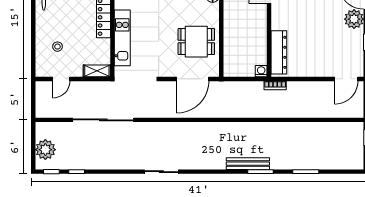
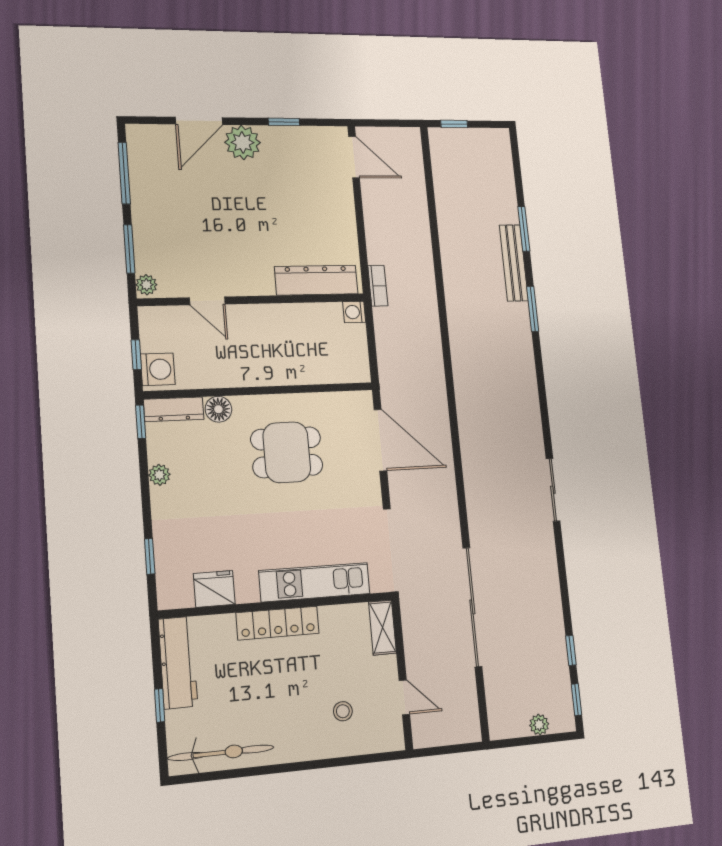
dining table: (196, 42) -> (287, 452), moved, turned 90
plant: (45, 150) -> (539, 725), width x0.53, depth x0.53
bench: (248, 164) -> (514, 263), moved

